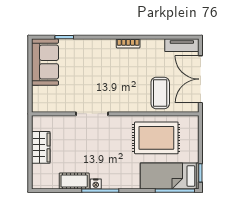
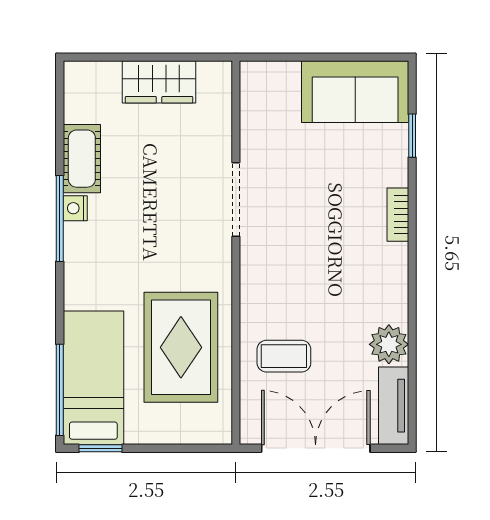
bookcase: (128, 43) -> (398, 215), moved
plant: (155, 47) -> (389, 344), added
coffee table: (160, 93) -> (284, 356), width x0.73, depth x0.77

